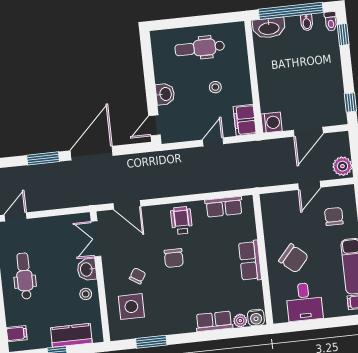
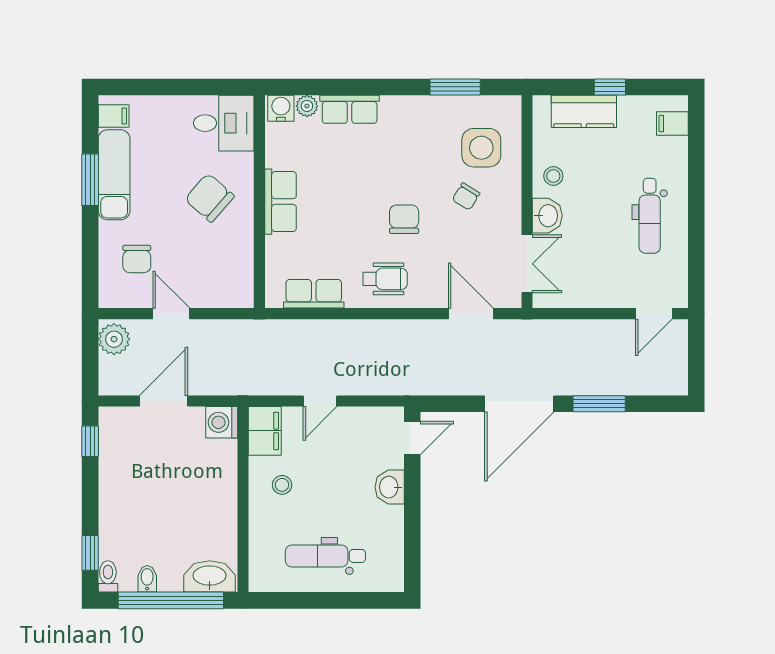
dental chair: (200, 48) -> (325, 556), turned 180
stool: (215, 87) -> (282, 485), moved
door: (309, 185) -> (171, 314), hinge flipped
wheelchair: (181, 220) -> (385, 279), turned -90
desk: (304, 302) -> (224, 123), moved, turned 90

